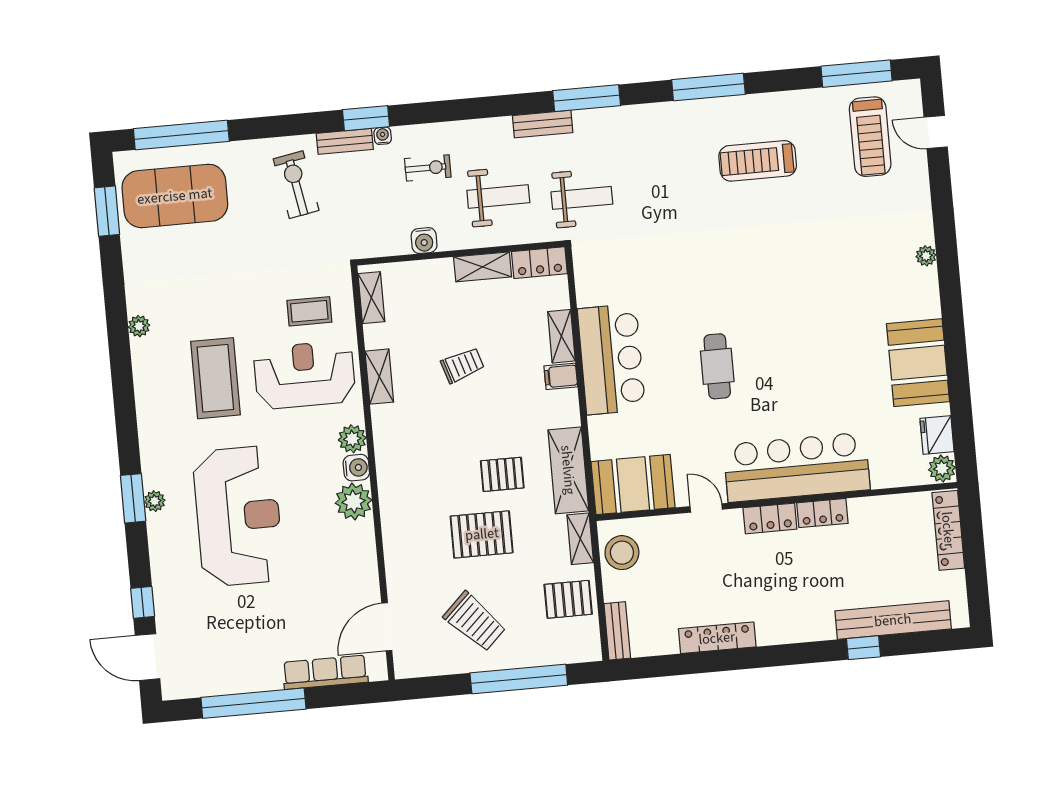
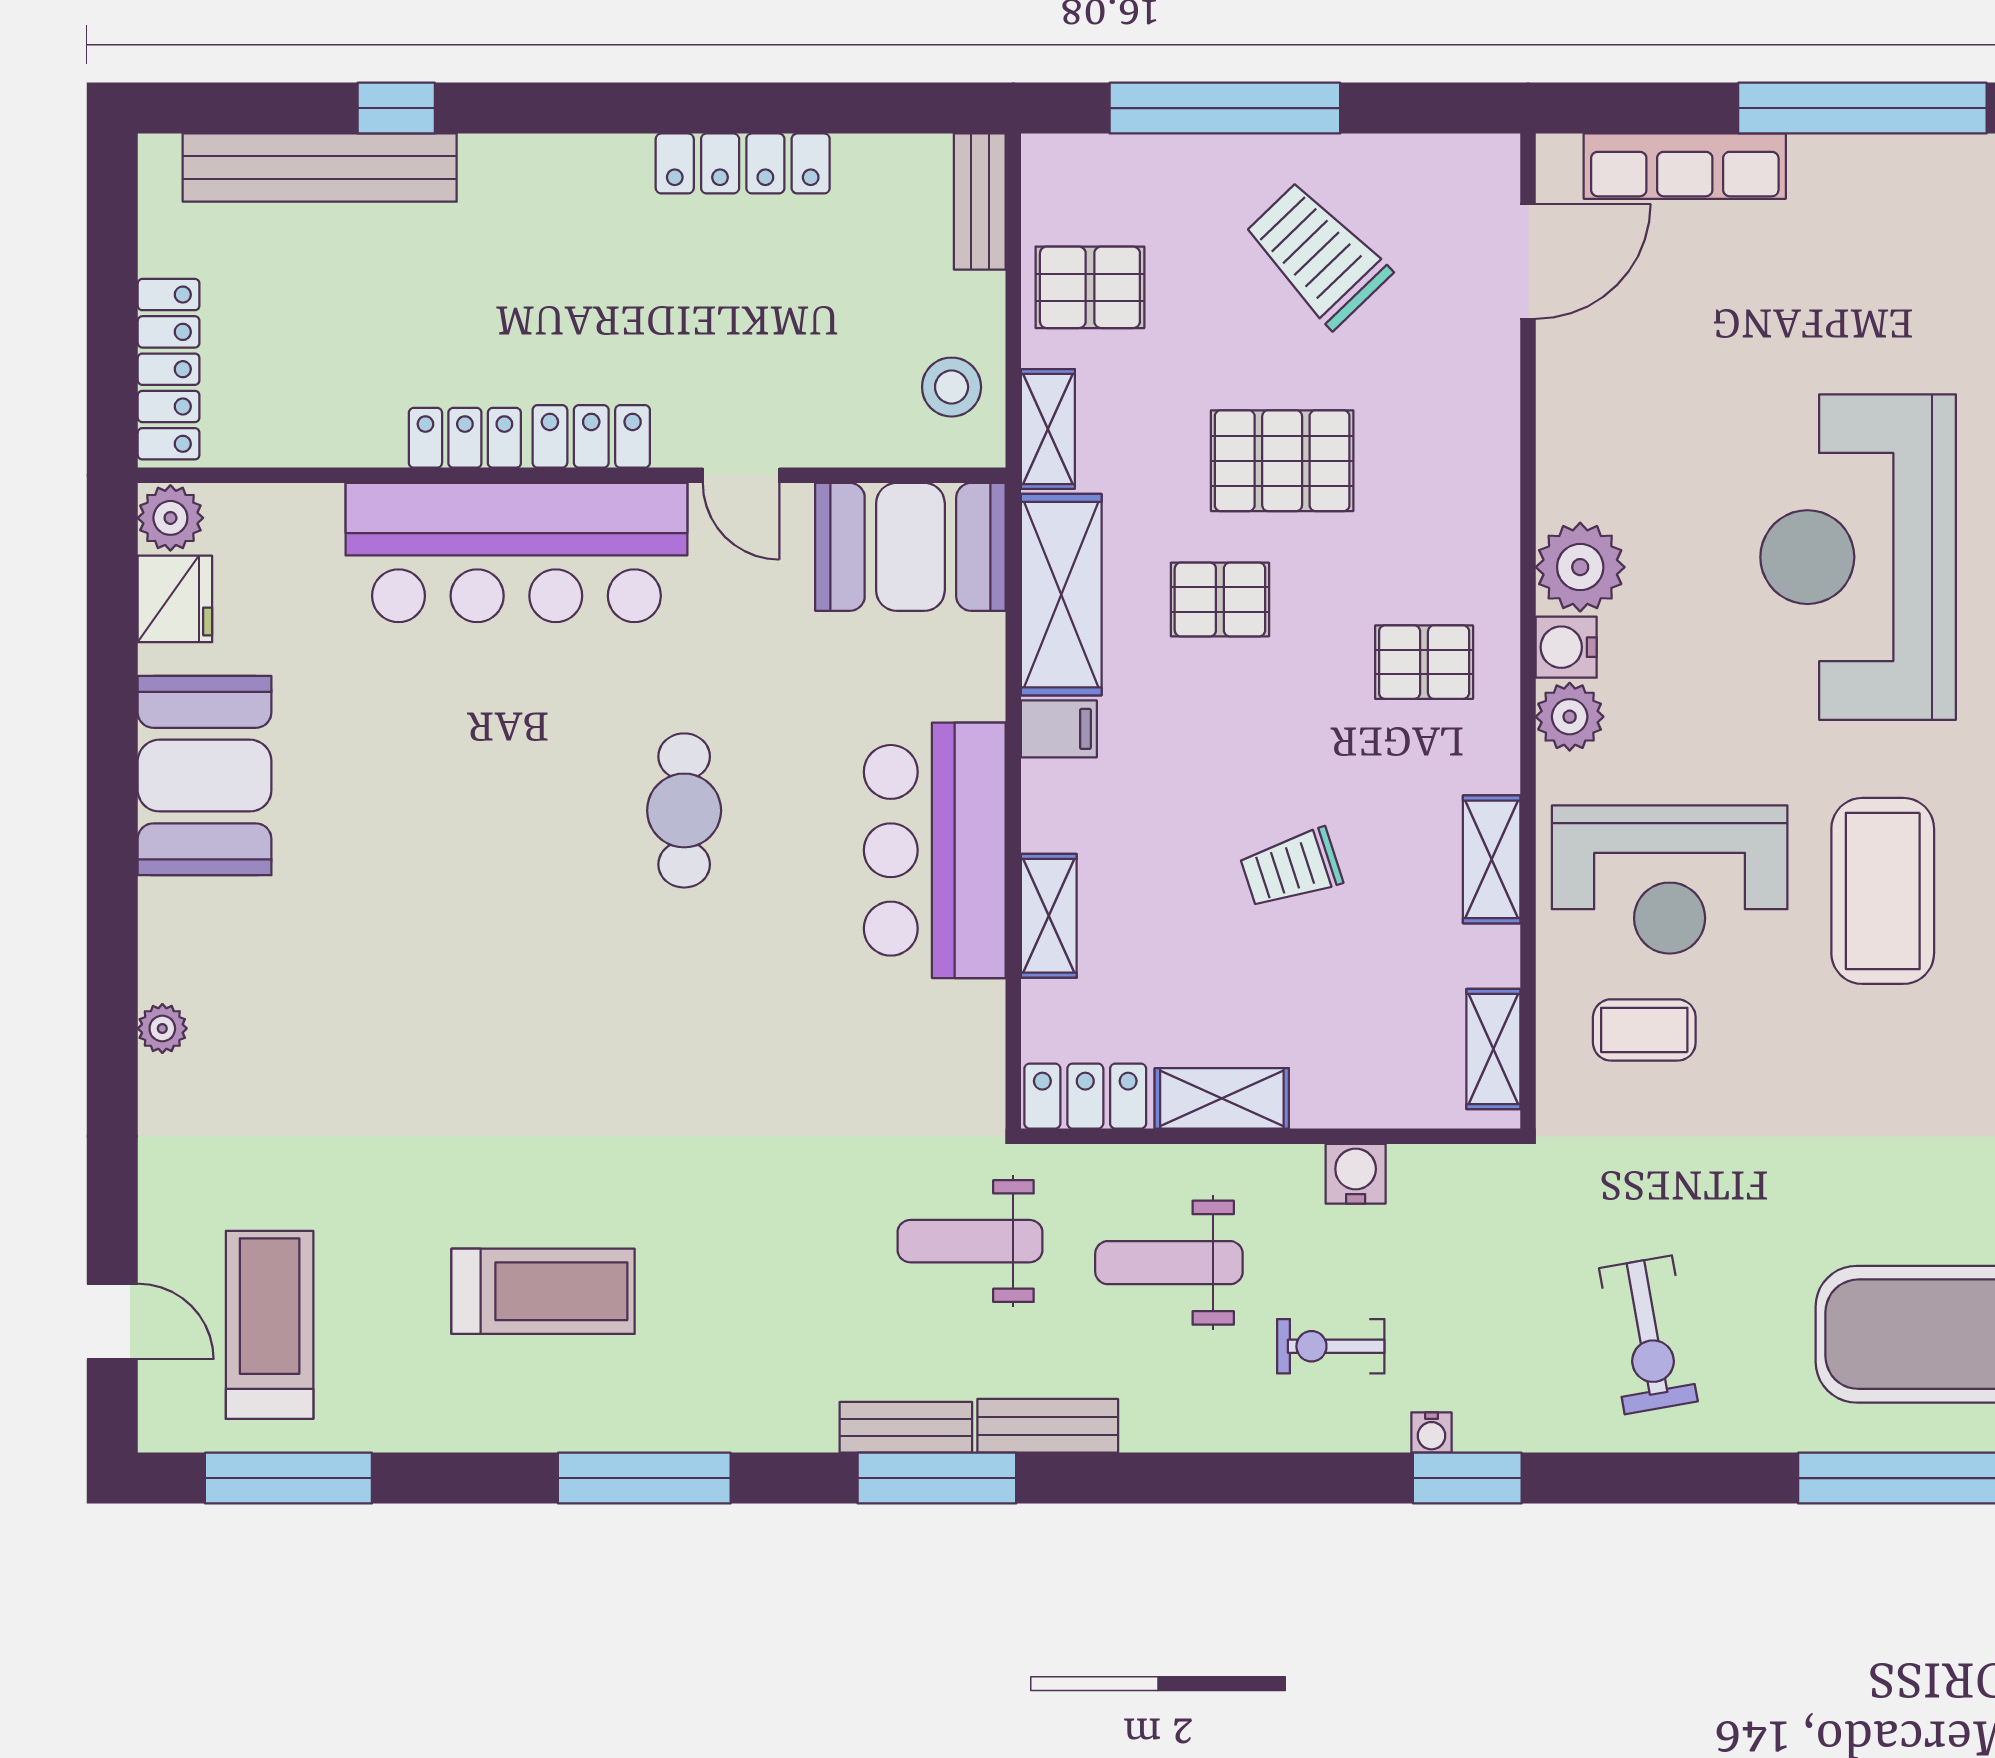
bench: (345, 141) -> (906, 1427), moved
filing cabinet: (561, 376) -> (1059, 729), moved
pallet: (415, 456) -> (1424, 662), added
stool: (622, 553) -> (952, 387), width x0.73, depth x0.73

